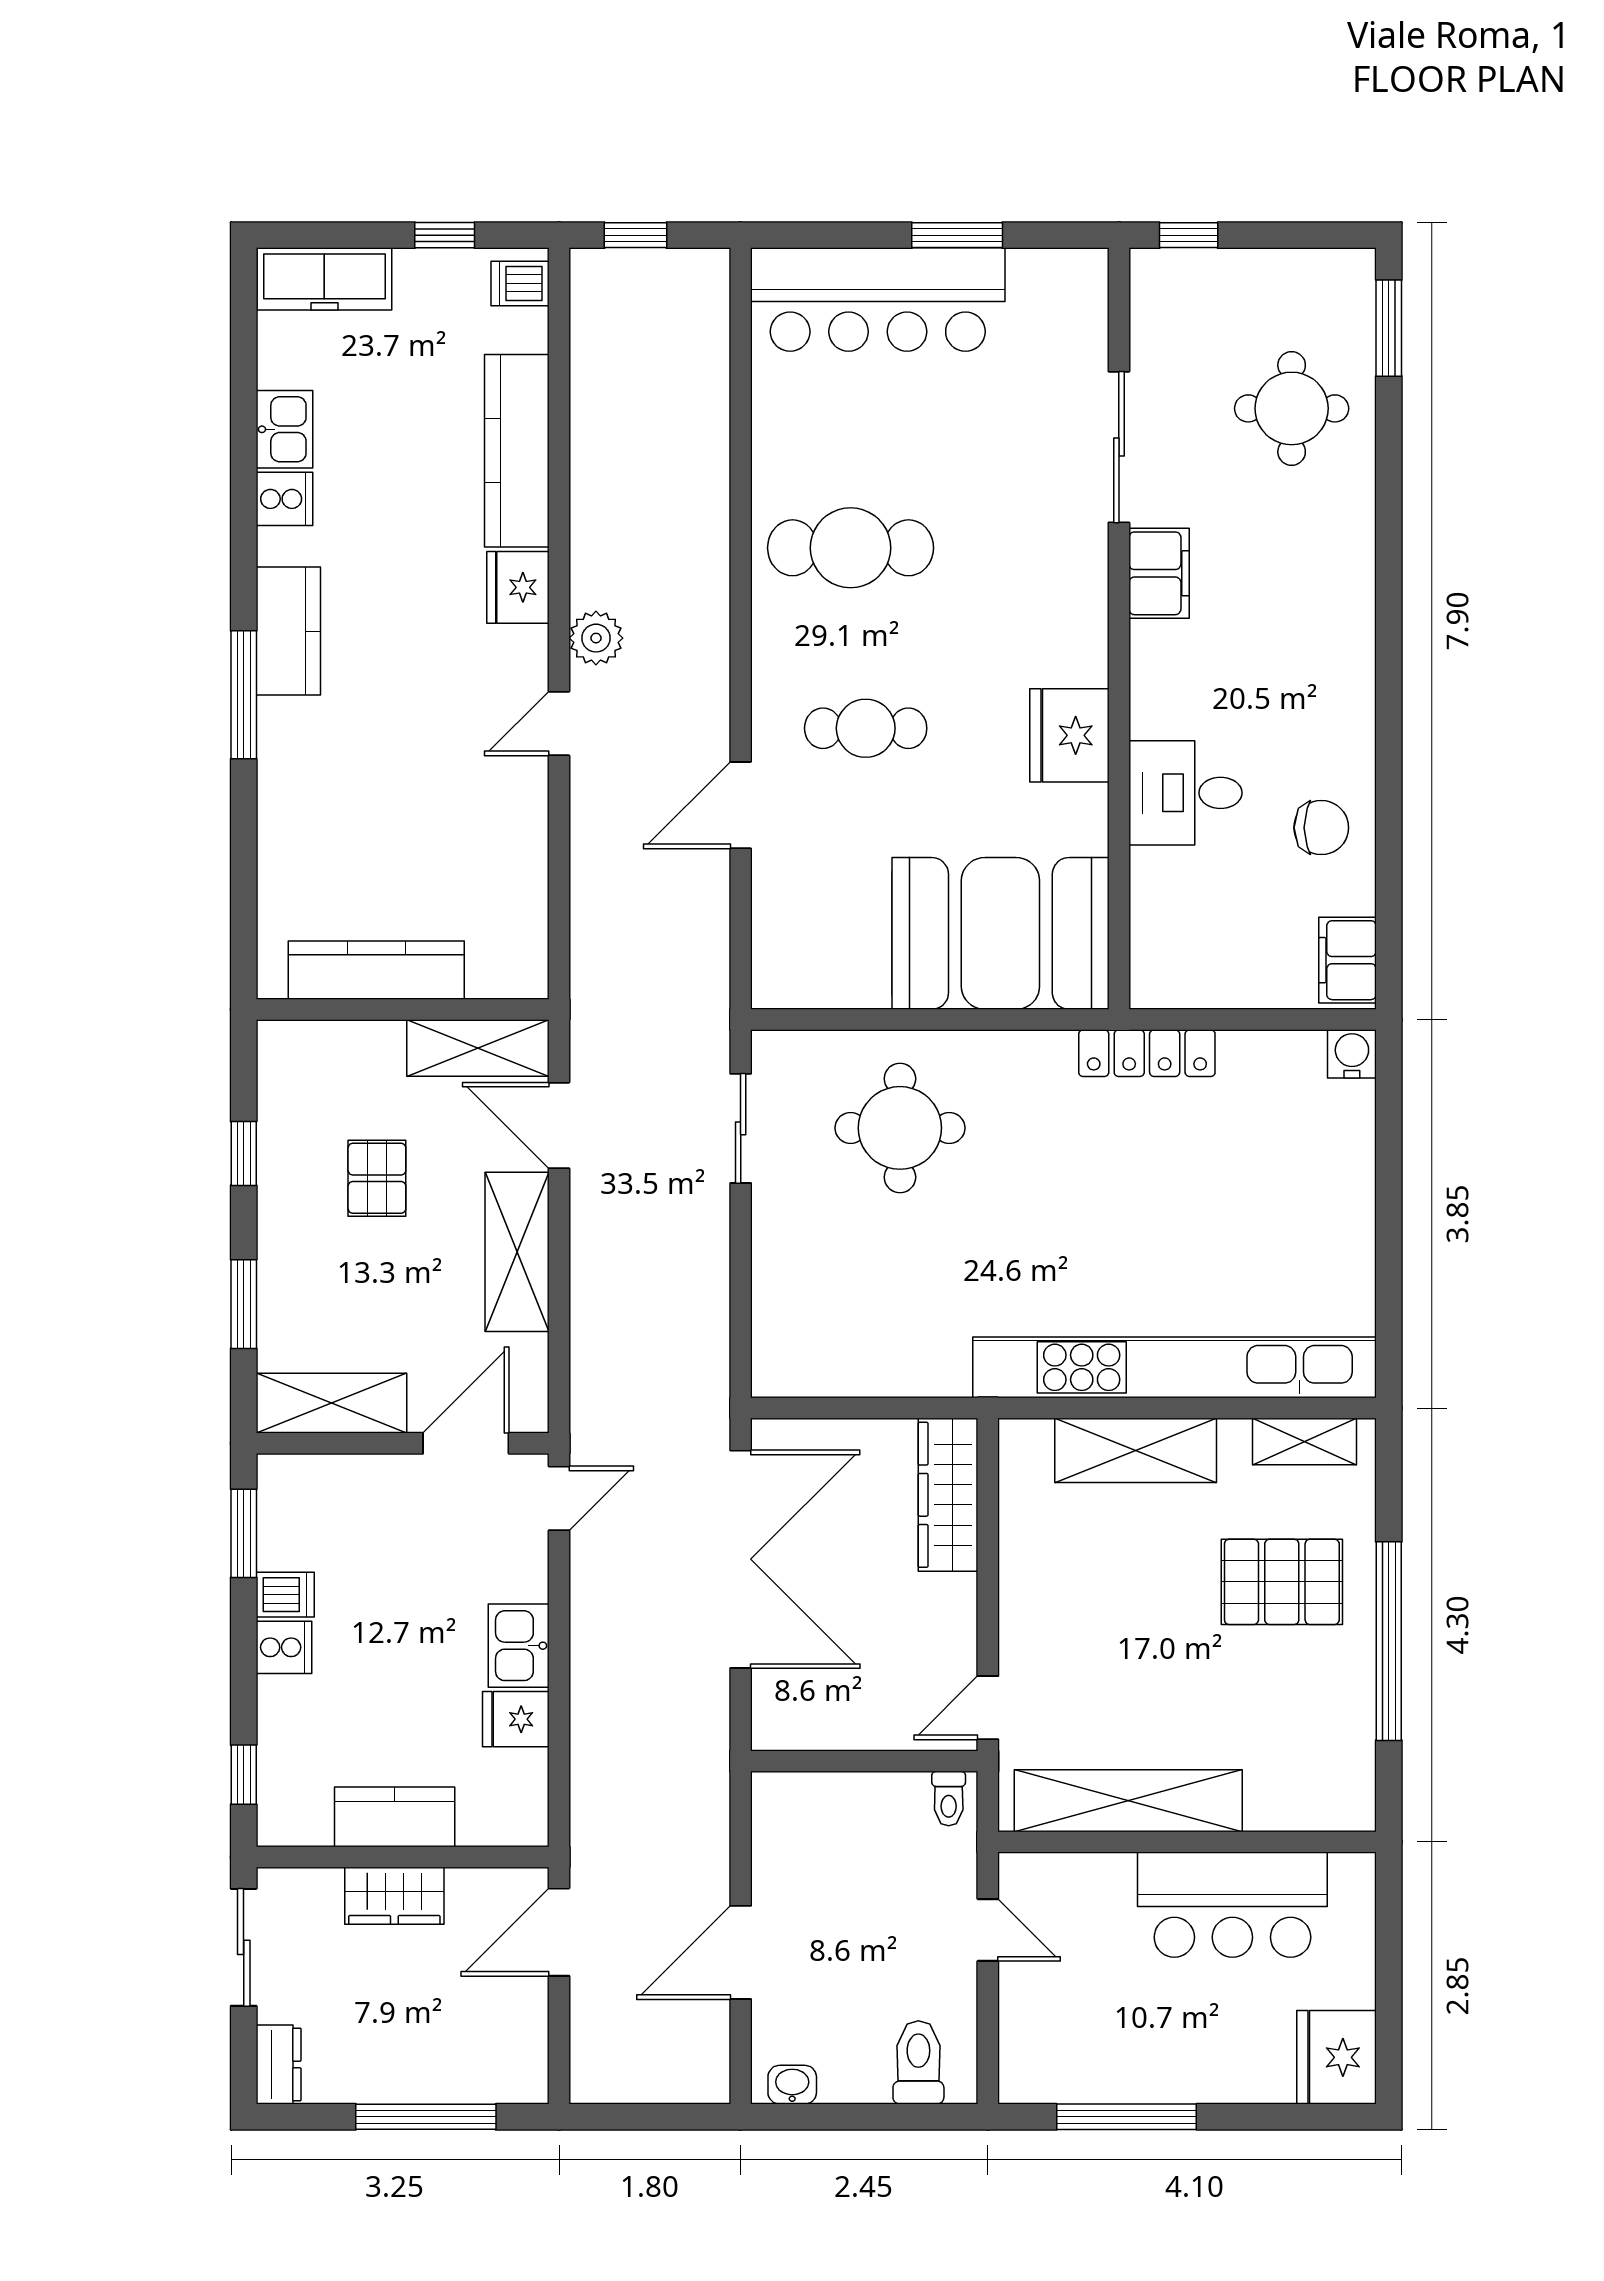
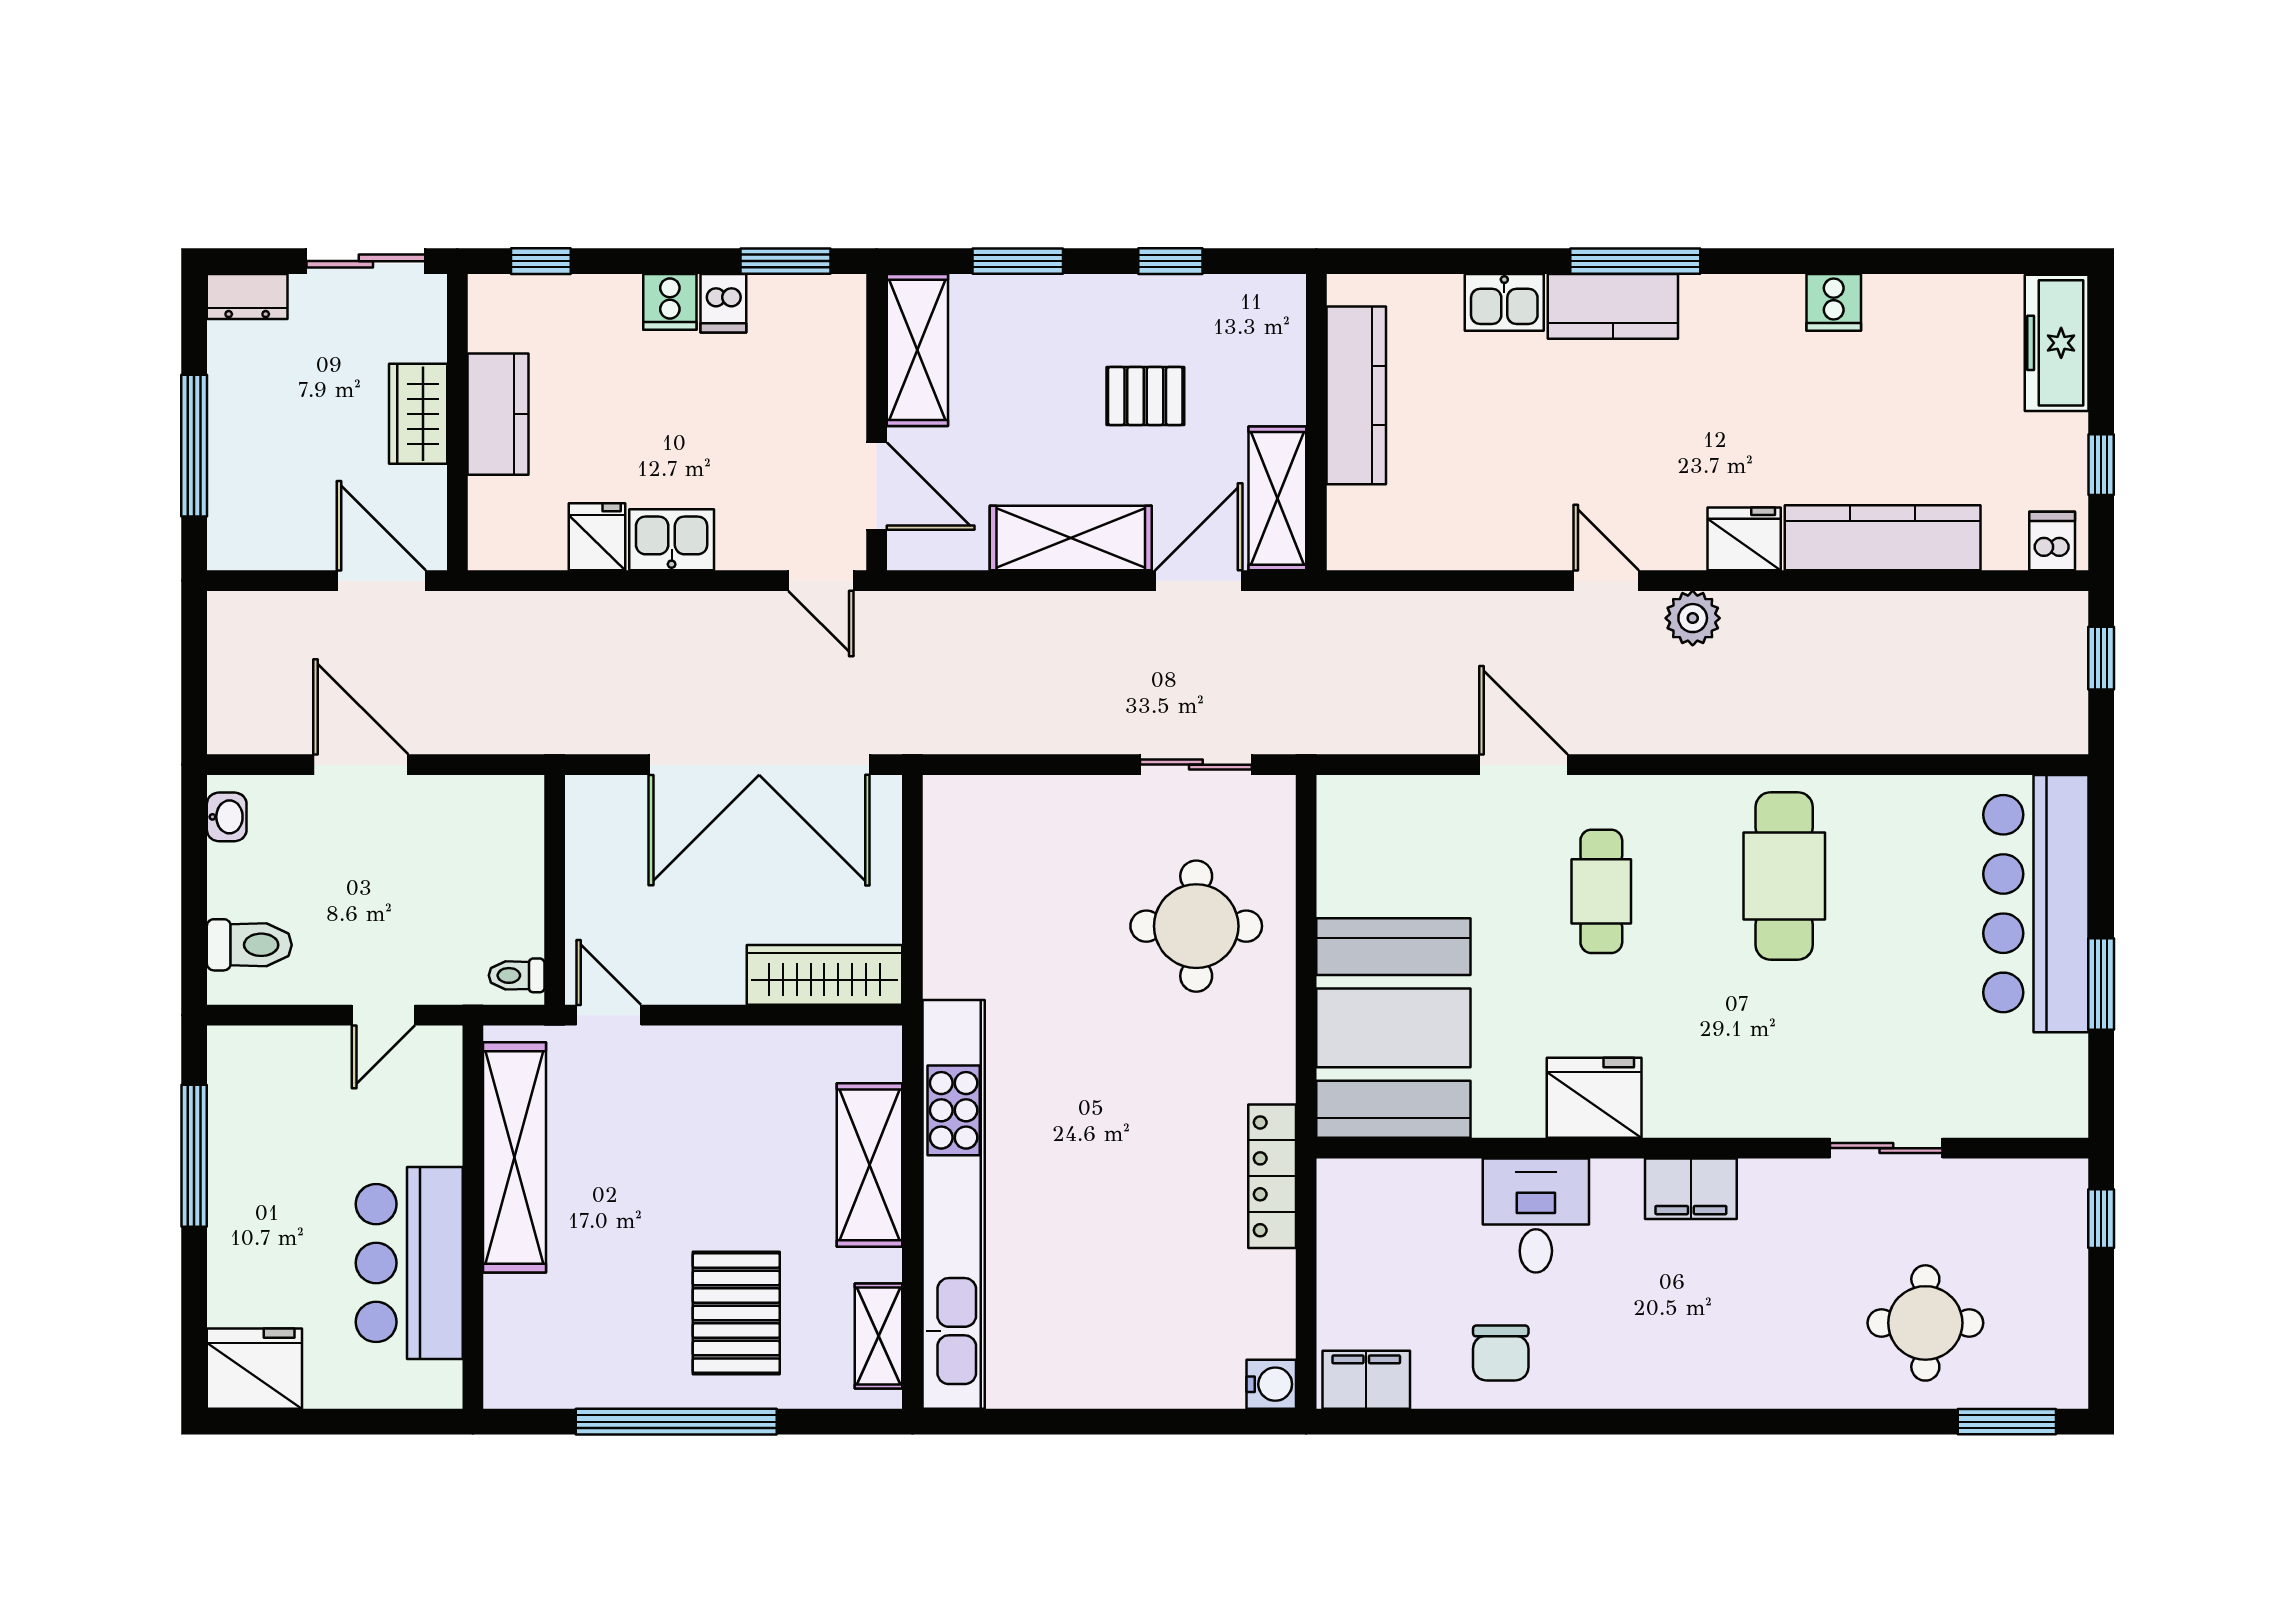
kitchen sink: (285, 429) -> (1504, 302), moved
sliding door: (1119, 447) -> (1886, 1148), width x0.73
filing cabinet: (1159, 573) -> (1691, 1189), moved
kitchen counter: (288, 631) -> (1613, 306), moved

